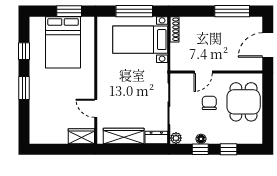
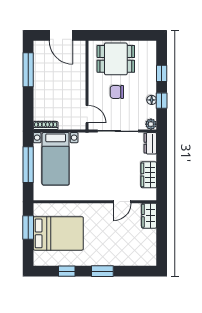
door: (203, 72) -> (87, 114), moved
wardrobe: (124, 136) -> (149, 175), width x0.67

